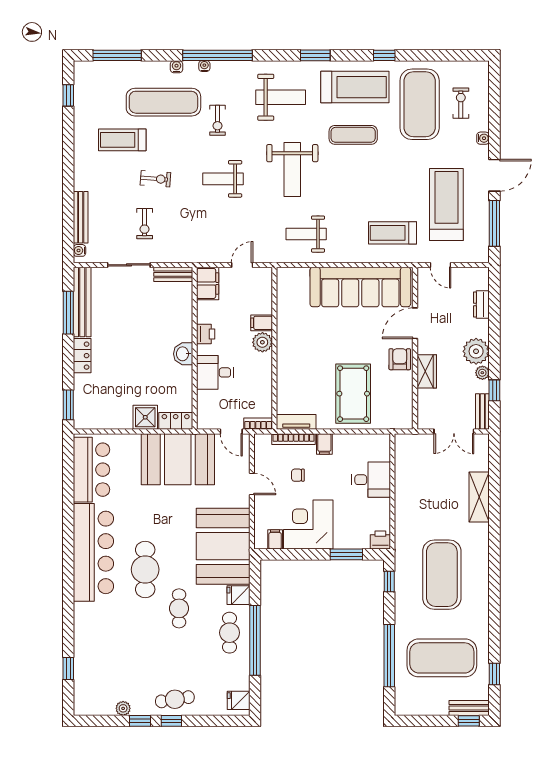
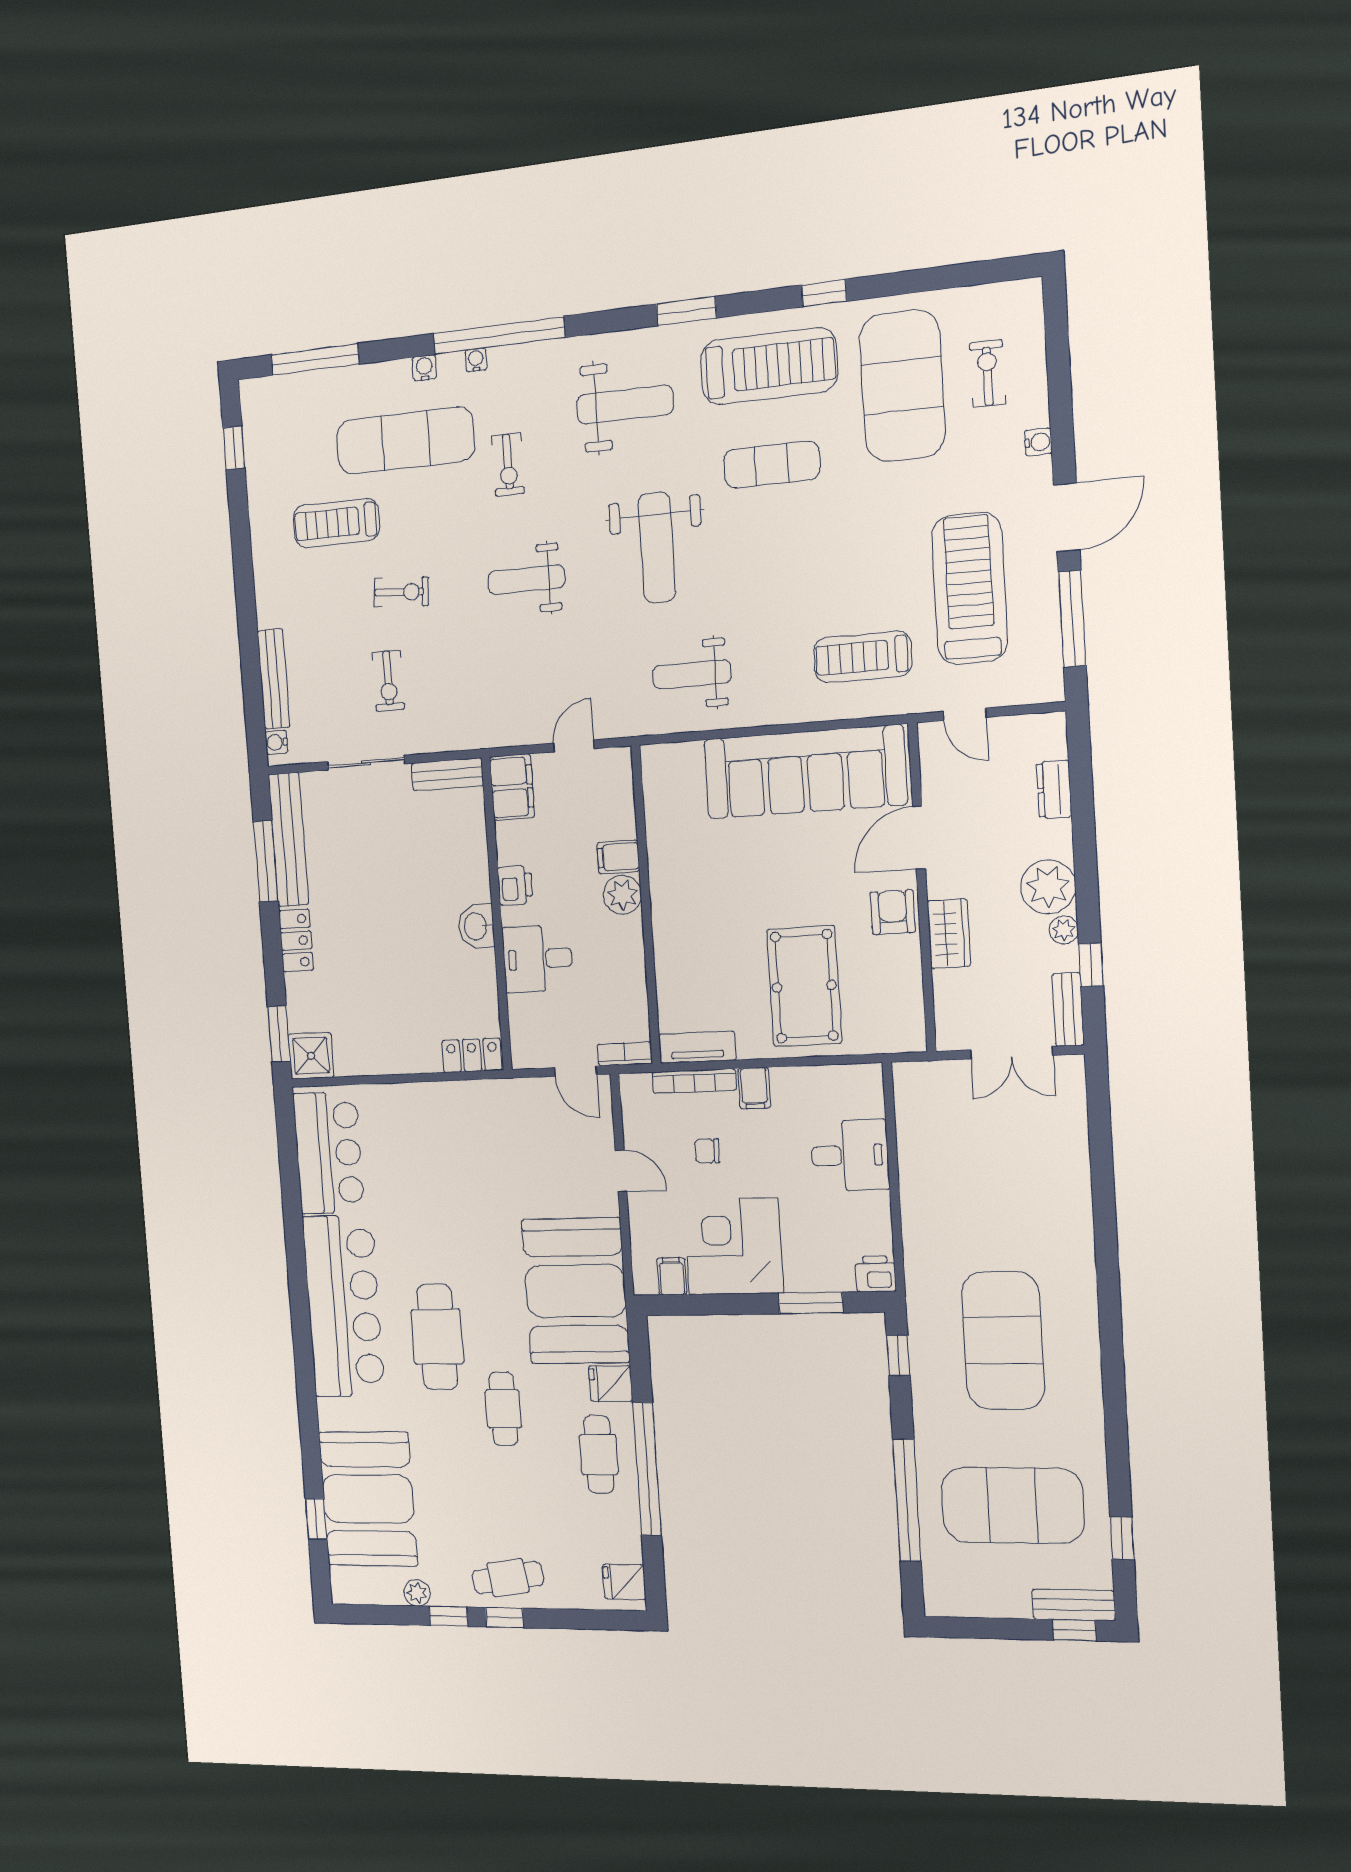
shower: (145, 417) -> (311, 1056), moved
booth: (178, 459) -> (368, 1499), moved, turned 90
shelving: (479, 497) -> (1071, 1183), removed

